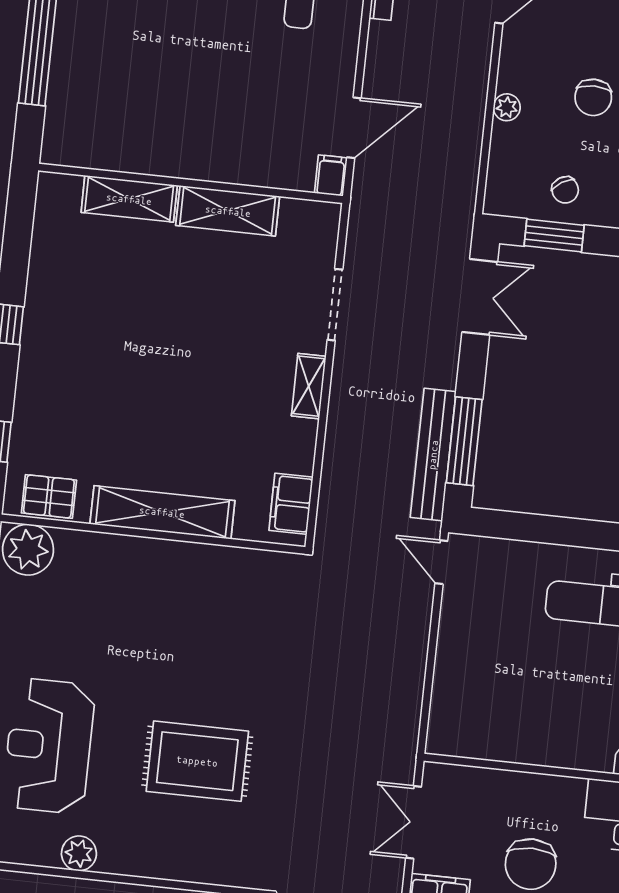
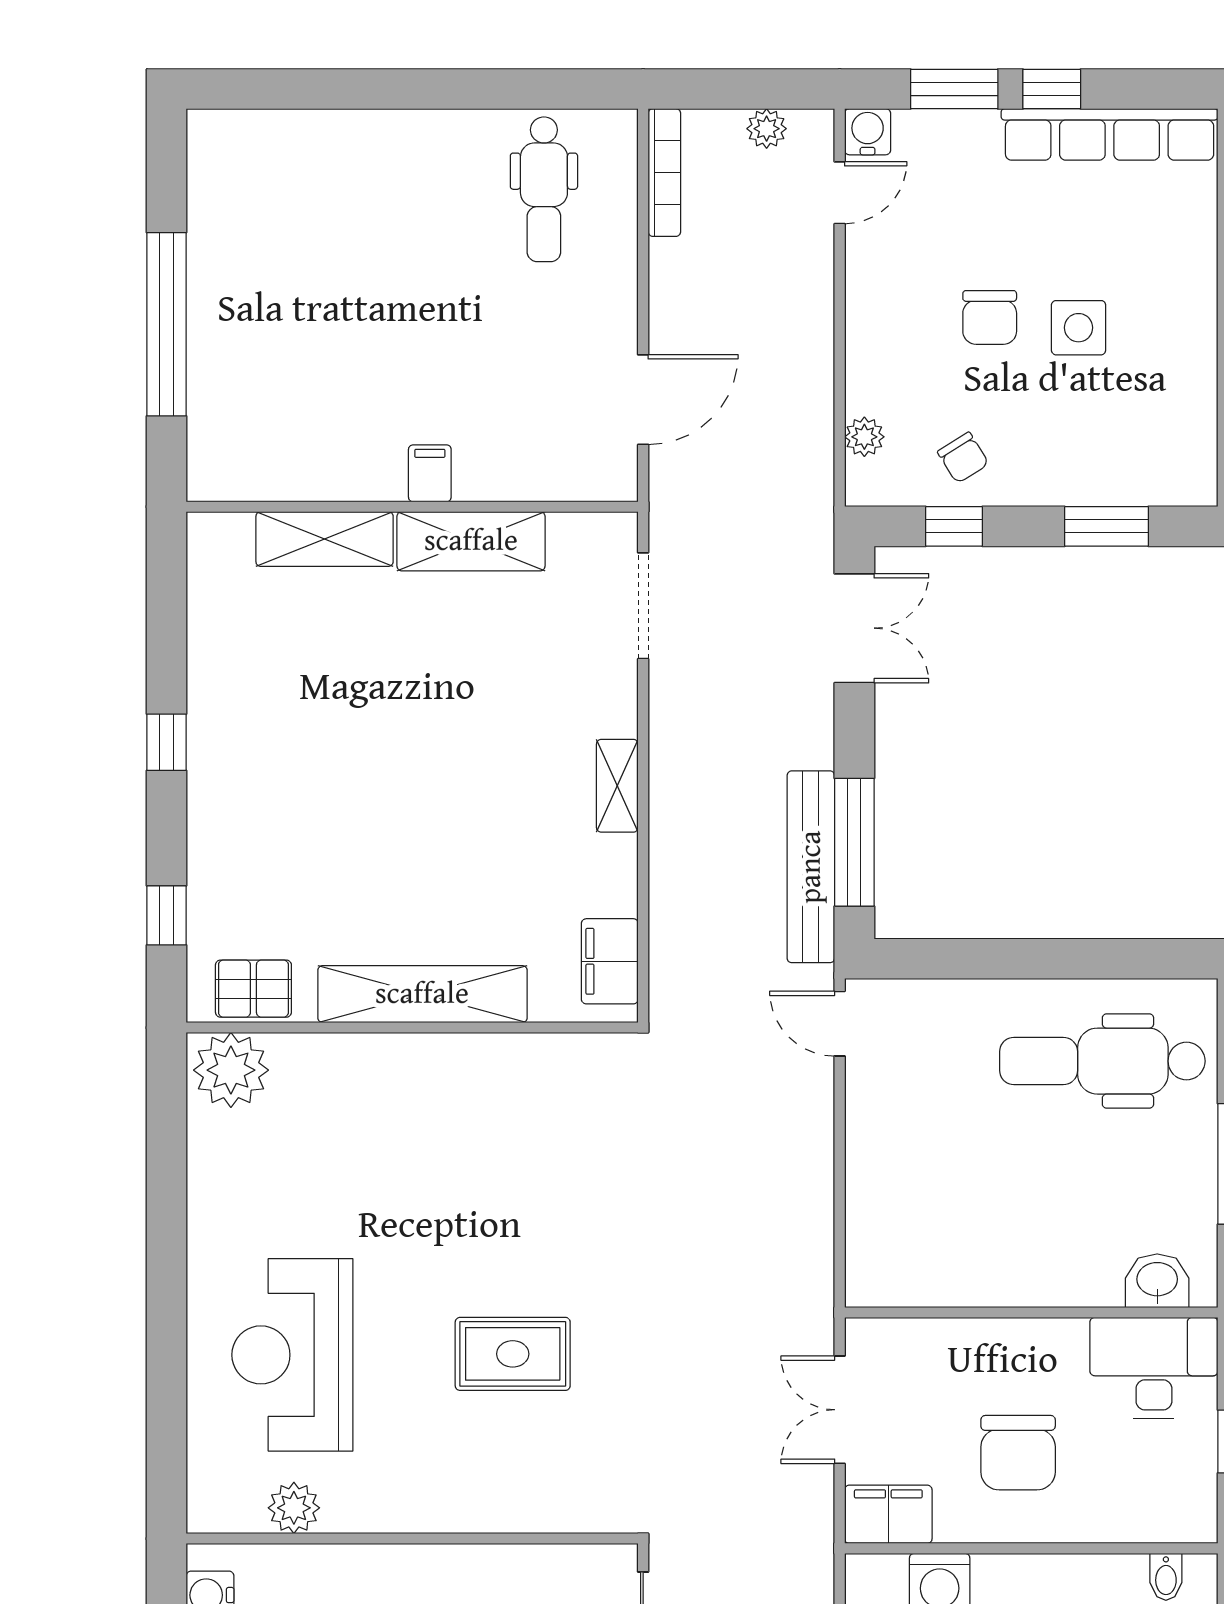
plant: (507, 107) -> (864, 437), moved
filing cabinet: (331, 176) -> (430, 473), moved
window: (554, 236) -> (954, 526), width x0.67
doorway: (335, 305) -> (643, 606), moved
rug: (197, 761) -> (513, 1354), width x0.73, depth x0.70
plant: (79, 853) -> (294, 1508), moved

